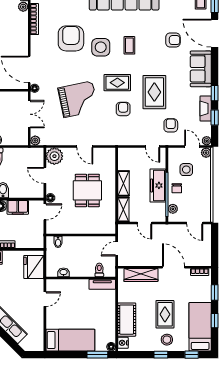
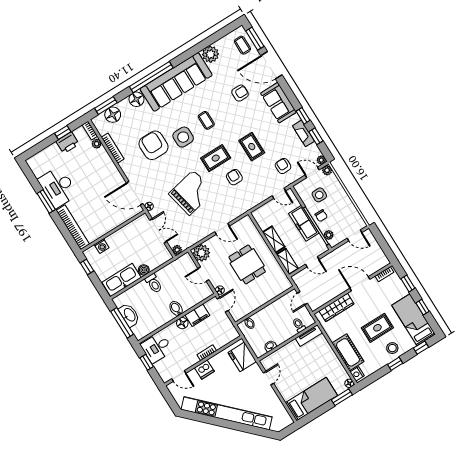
rug: (154, 92) -> (252, 147), width x0.73, depth x0.70
rug: (165, 314) -> (377, 328), turned 90

